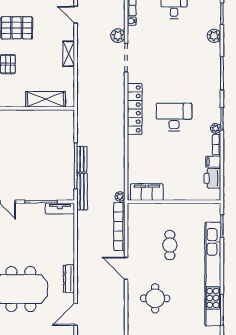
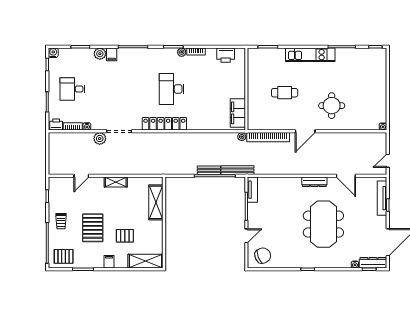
filing cabinet: (213, 162) -> (112, 54), moved
kitchen unit: (213, 274) -> (310, 55), width x0.54

